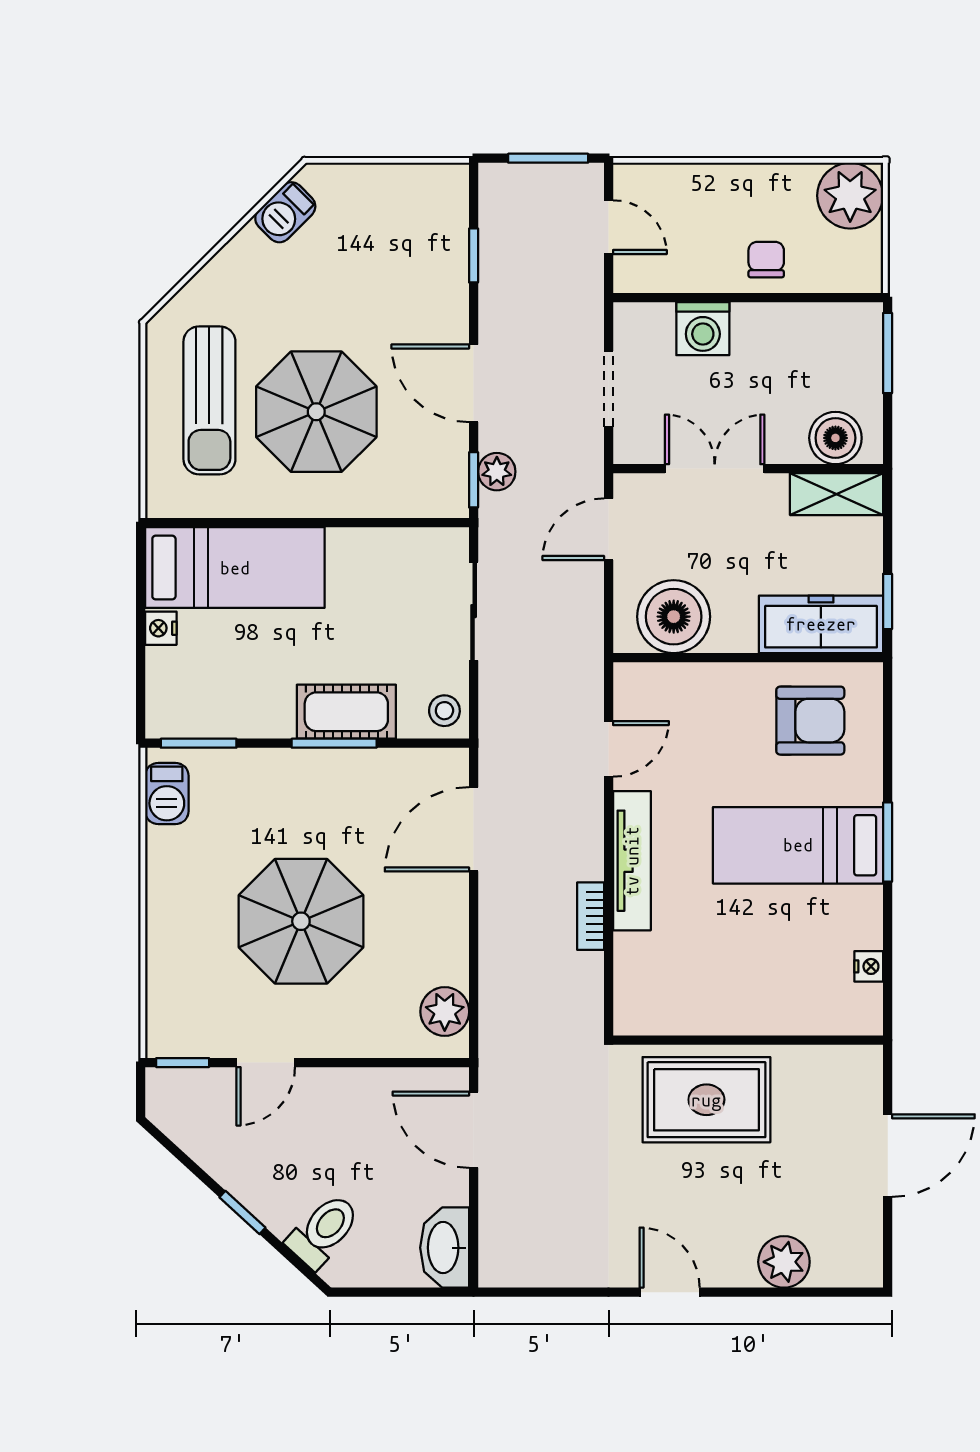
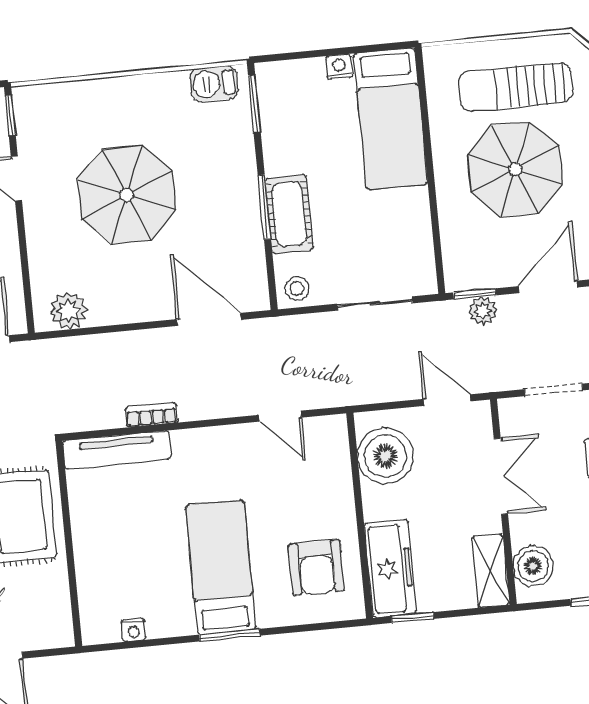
tv unit: (632, 861) -> (117, 450), moved

